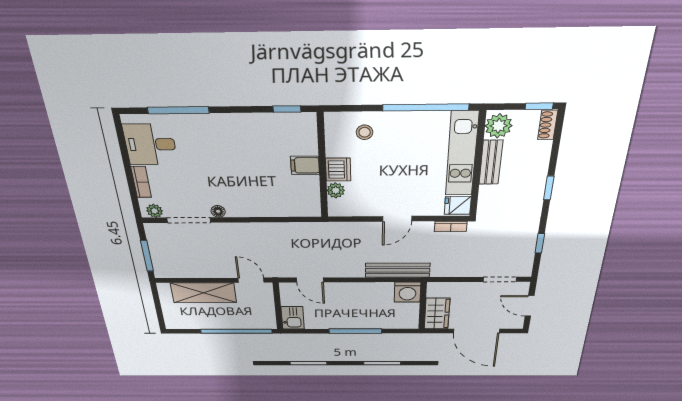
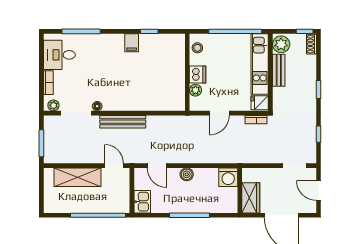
filing cabinet: (305, 165) -> (132, 43), moved, turned -90
wall: (322, 167) -> (187, 72), moved
dishwasher: (338, 170) -> (197, 74), moved
plant: (336, 190) -> (195, 90), moved
bench: (398, 270) -> (123, 122), moved
boiler: (351, 289) -> (187, 174), added

